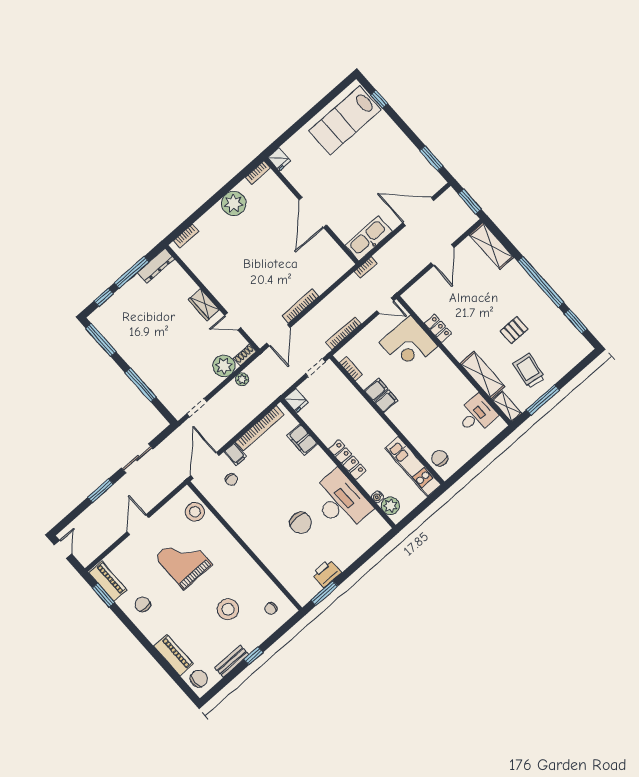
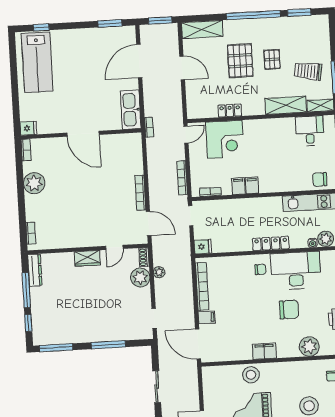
pallet: (490, 302) -> (240, 61), added
filing cabinet: (302, 440) -> (264, 351), moved, turned 180
chair: (231, 479) -> (260, 269), moved
stool: (195, 512) -> (251, 375), moved
plant: (282, 567) -> (309, 347), added

